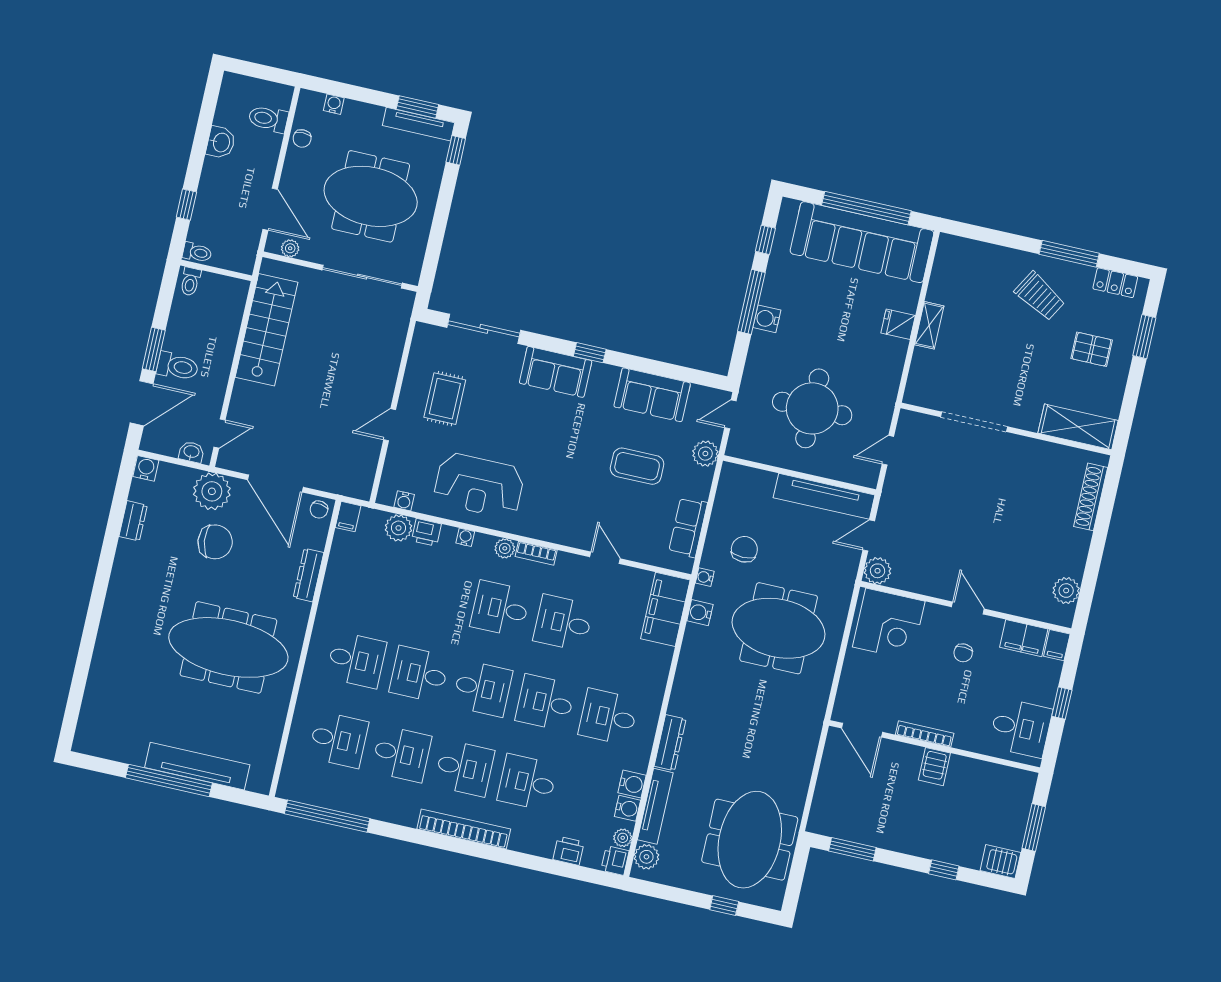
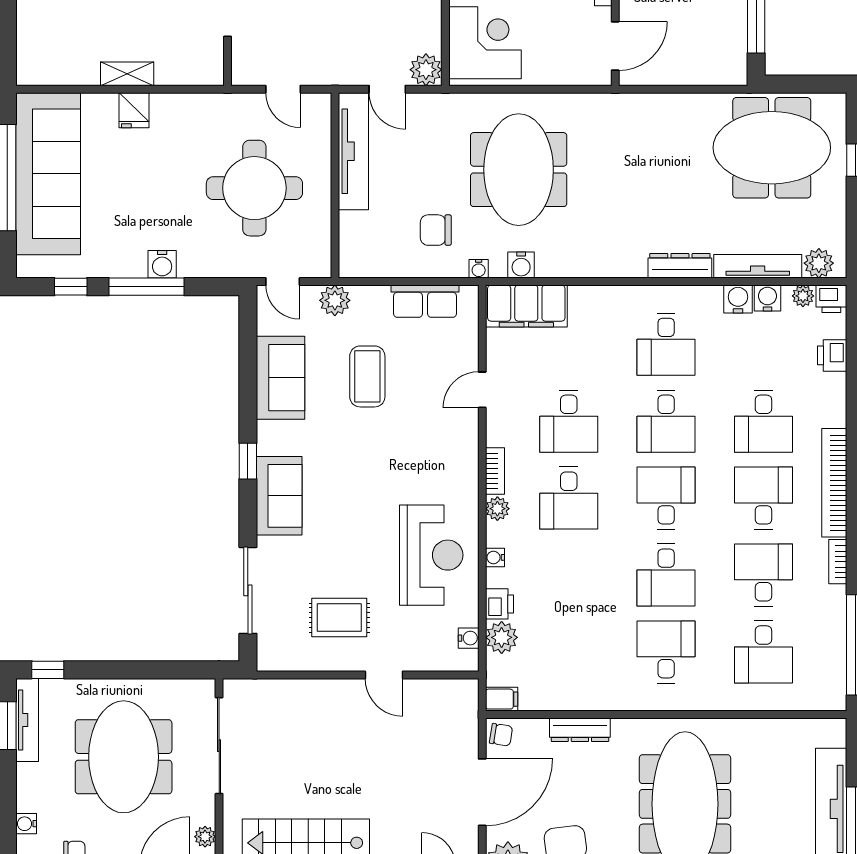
desk: (338, 740) -> (763, 652), turned 180
bookcase: (399, 817) -> (838, 562), added

